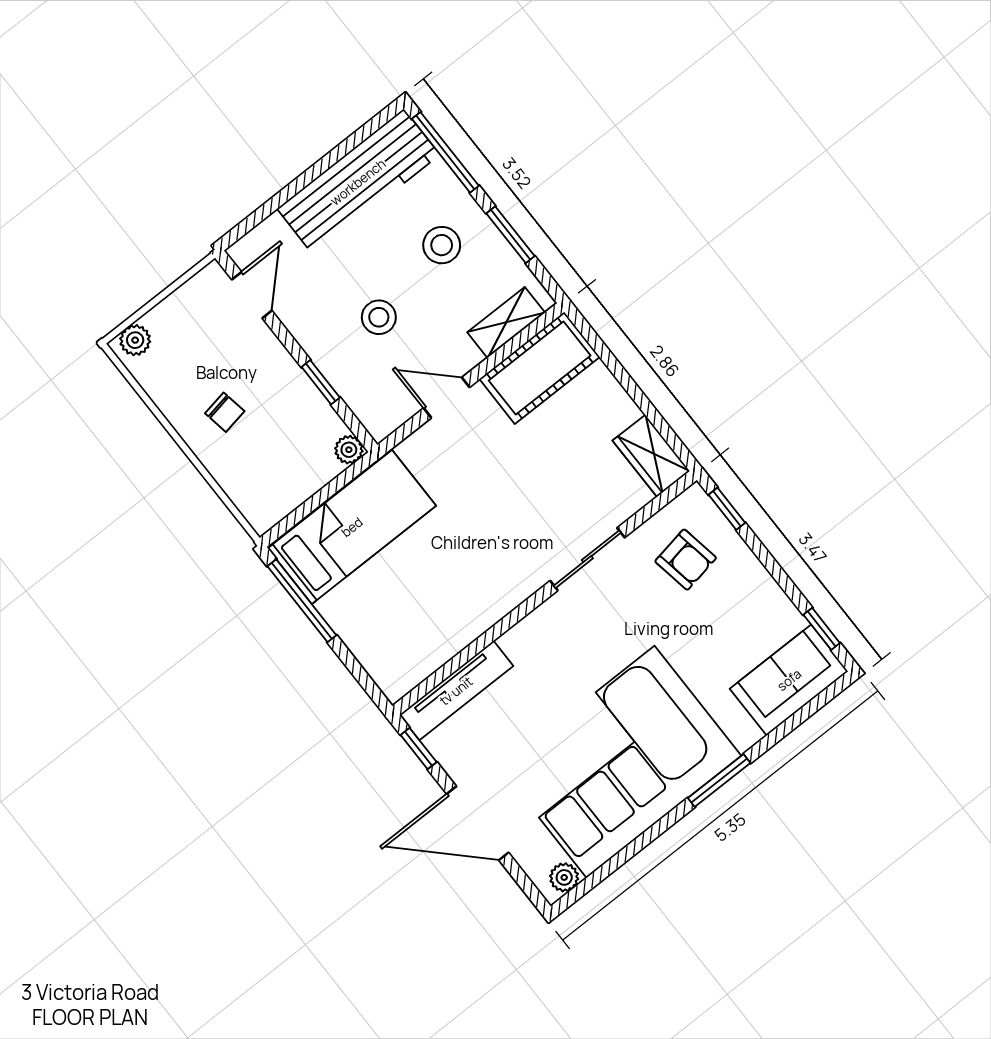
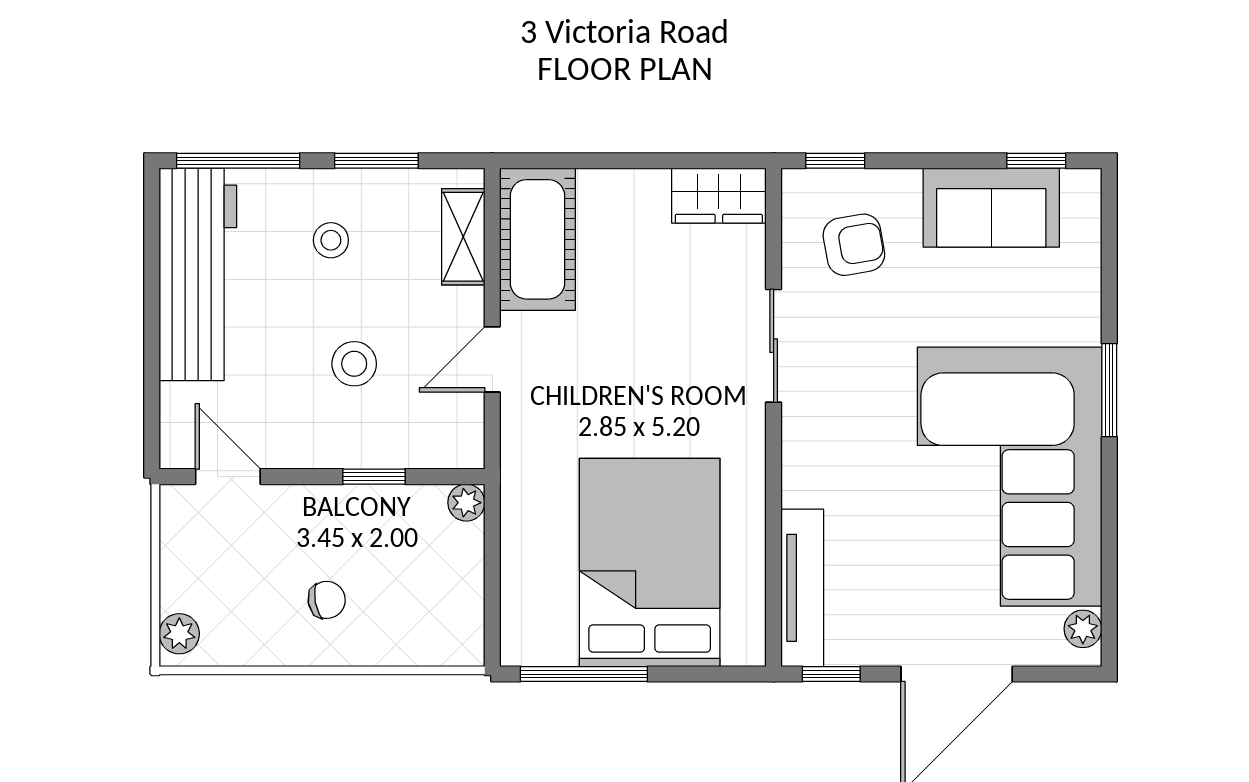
stool: (442, 245) -> (331, 240), width x0.73, depth x0.73
bed: (352, 527) -> (650, 562), moved, width x1.50
sofa: (789, 680) -> (991, 208), moved, turned -90

